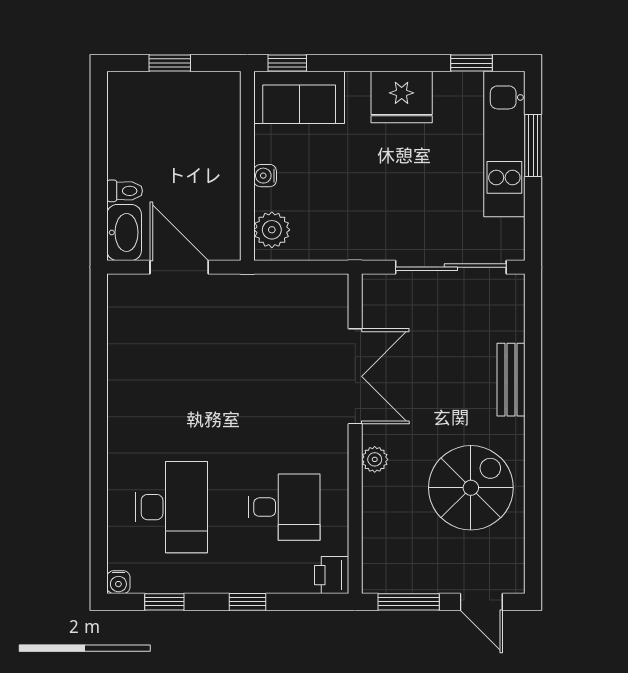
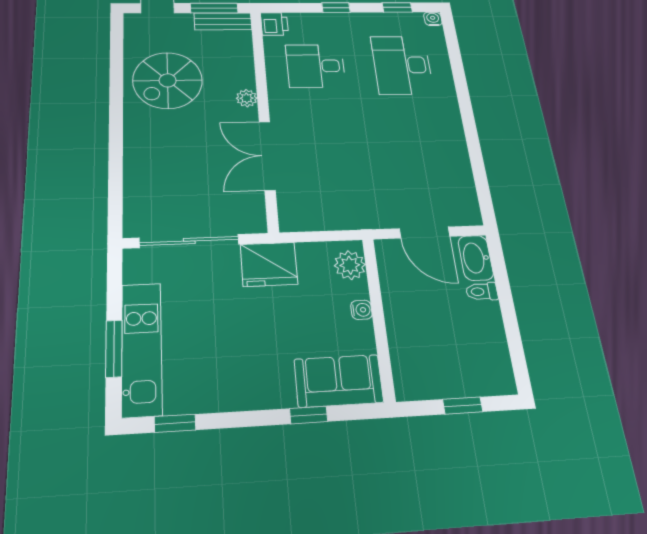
window: (287, 63) -> (309, 415), moved
fridge: (402, 97) -> (269, 264), moved, turned 180
bench: (511, 380) -> (223, 21), moved, turned 90

